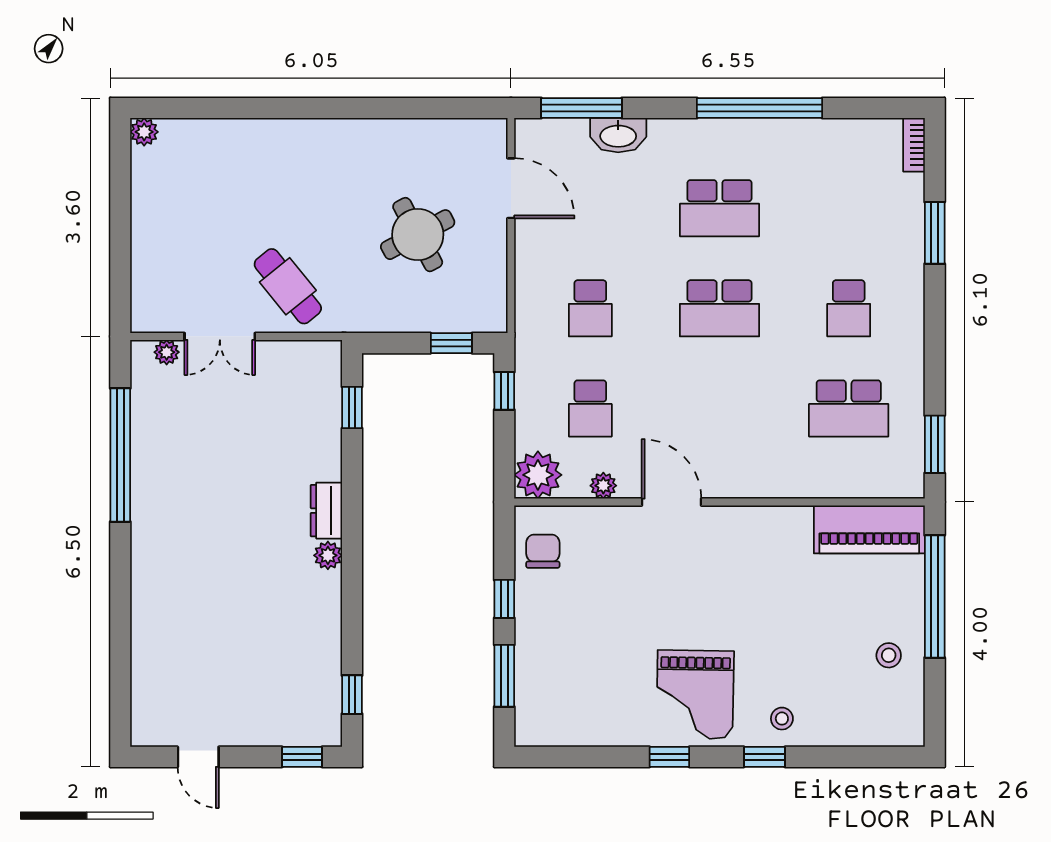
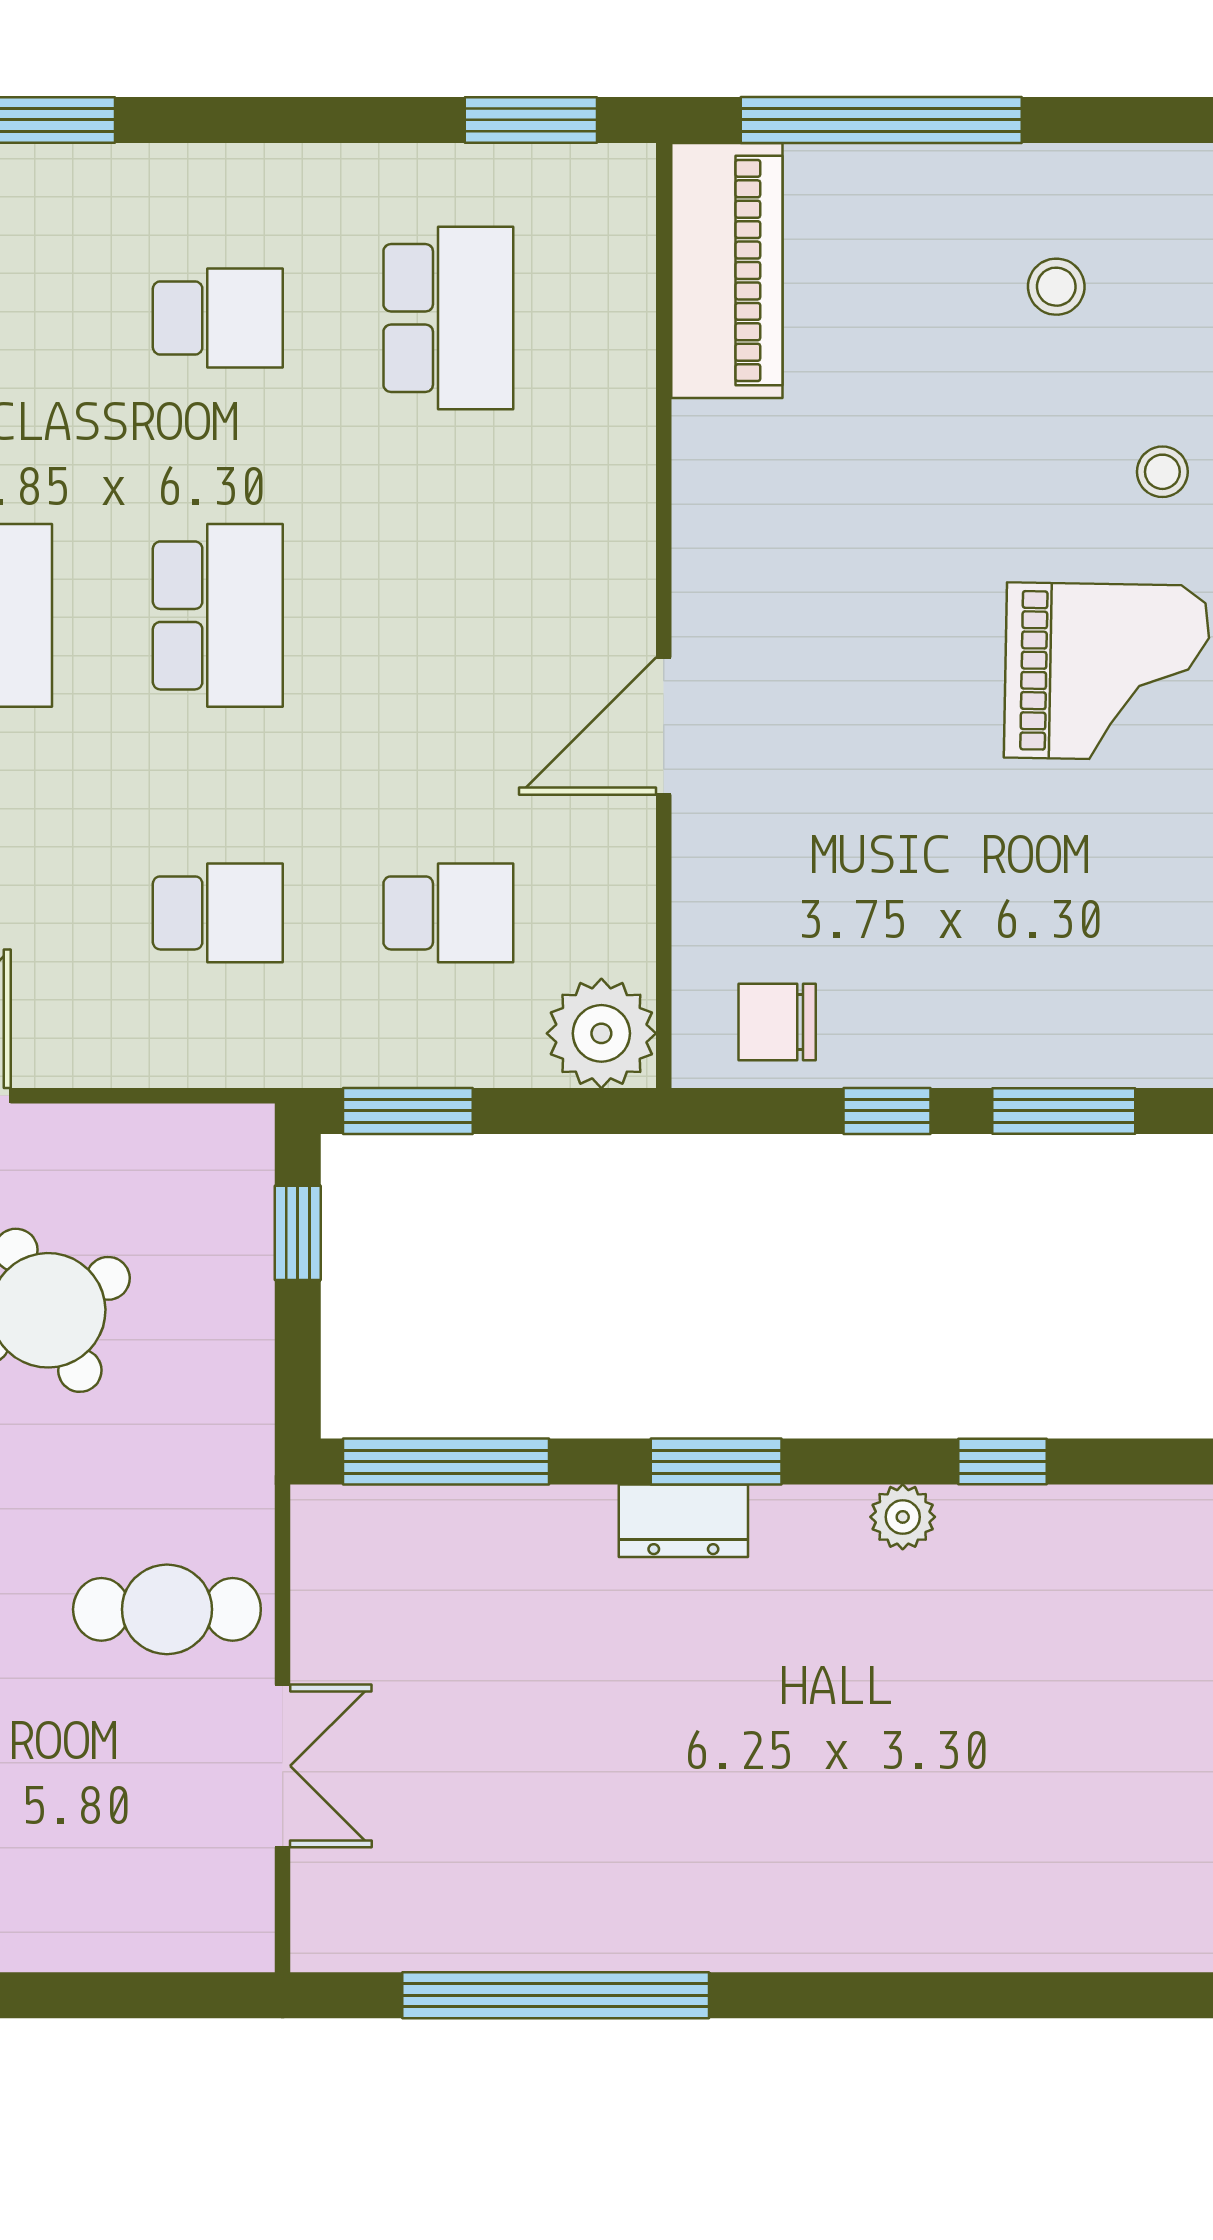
cafe table: (288, 286) -> (167, 1609), turned 39
plant: (167, 352) -> (319, 1888), removed
window: (504, 391) -> (408, 1111), width x1.50
window: (352, 407) -> (446, 1462), width x2.17
plant: (603, 486) -> (626, 883), removed
window: (352, 525) -> (716, 1462), added
plant: (328, 555) -> (903, 1517), moved
stool: (889, 655) -> (1056, 287), moved
window: (352, 695) -> (1003, 1462), moved

